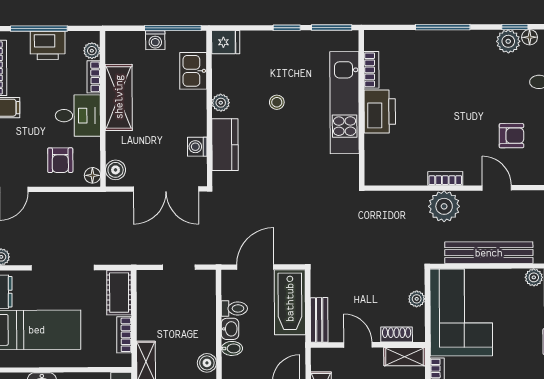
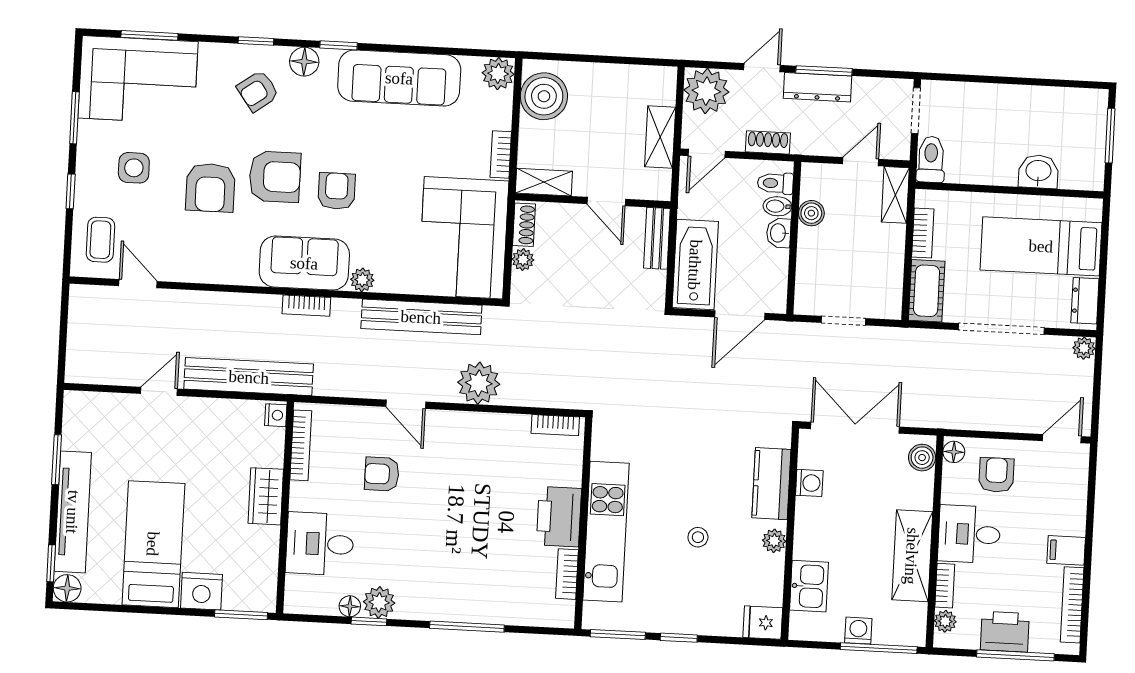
window: (173, 28) -> (879, 648), moved
bookcase: (445, 178) -> (555, 425), moved
toilet: (234, 308) -> (775, 183), moved
shoe rack: (397, 335) -> (524, 225), moved, turned -90
boiler: (207, 363) -> (811, 213), moved

